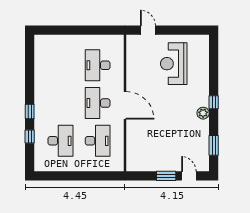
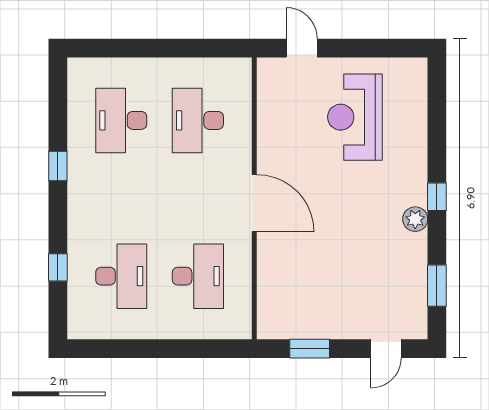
desk: (98, 103) -> (121, 120), moved
window: (30, 112) -> (58, 166), moved
window: (166, 176) -> (310, 349), moved
door: (189, 176) -> (386, 349), swing flipped

